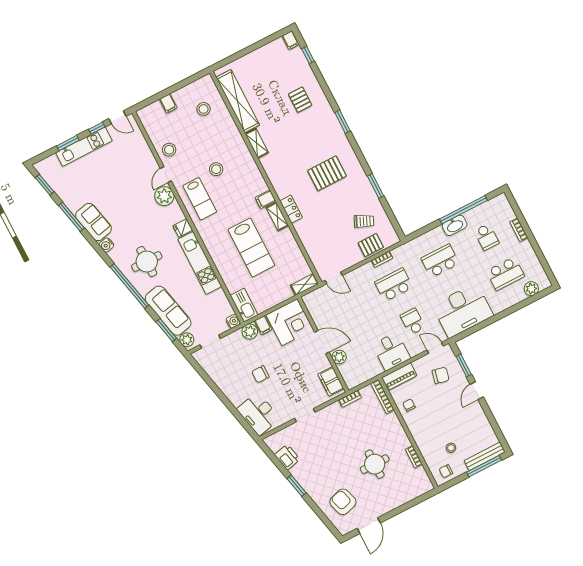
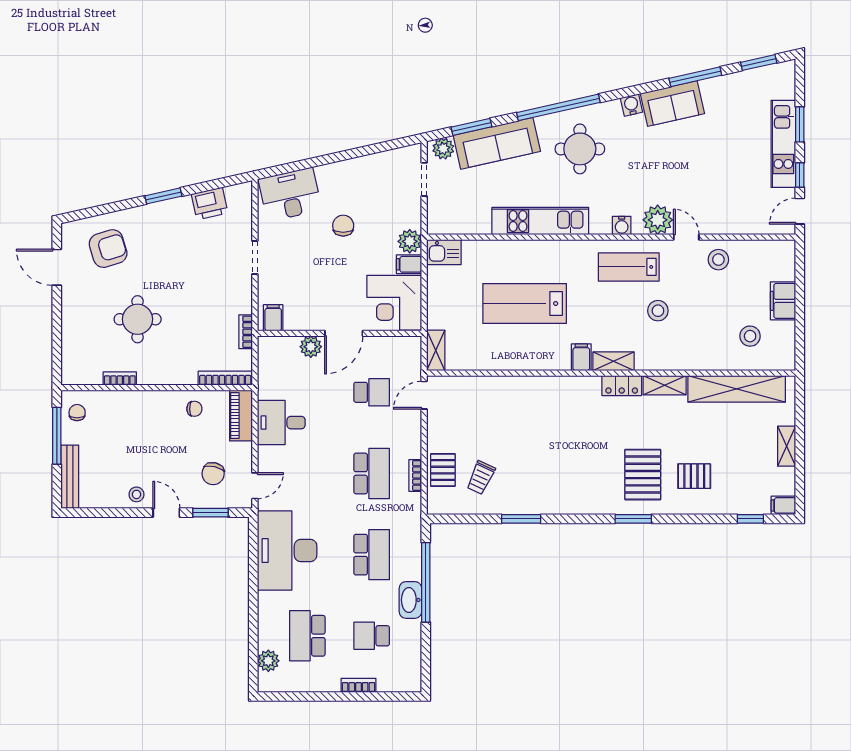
shelving: (256, 56) -> (787, 446), added
filing cabinet: (168, 103) -> (783, 301), width x2.00
pallet: (327, 173) -> (643, 475), moved
locker: (291, 209) -> (622, 386), moved
window: (463, 210) -> (426, 582), moved
shelving: (277, 217) -> (614, 361), moved
fridge: (183, 228) -> (601, 223), removed
kitchen sink: (244, 305) -> (444, 252), width x0.73
water cooler: (233, 321) -> (622, 225), moved
school desk: (413, 322) -> (372, 392), moved
filing cabinet: (331, 381) -> (273, 318), width x0.50
stool: (451, 448) -> (136, 494), moved
window: (484, 466) -> (57, 436), moved

